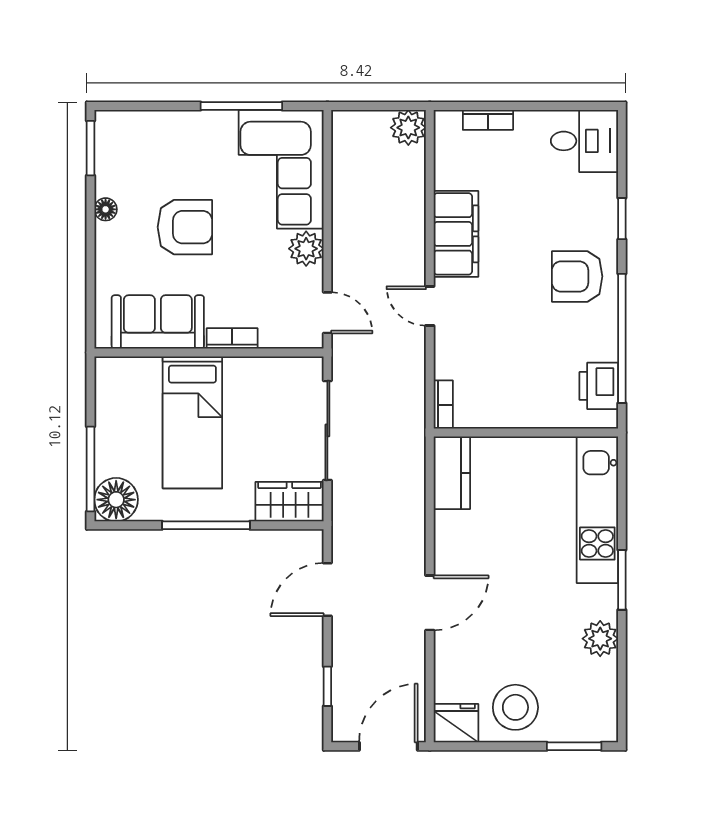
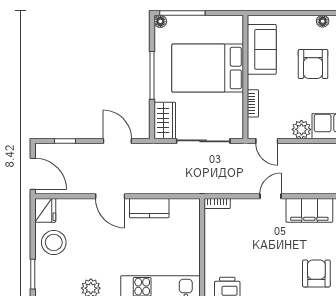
armchair: (577, 276) -> (316, 273), moved
door: (327, 313) -> (267, 141), hinge flipped
bookcase: (232, 338) -> (253, 103), moved
bed: (192, 422) -> (208, 68), width x1.50
kitchen counter: (452, 473) -> (149, 208), moved
floor lamp: (116, 500) -> (160, 21), width x0.53, depth x0.53

